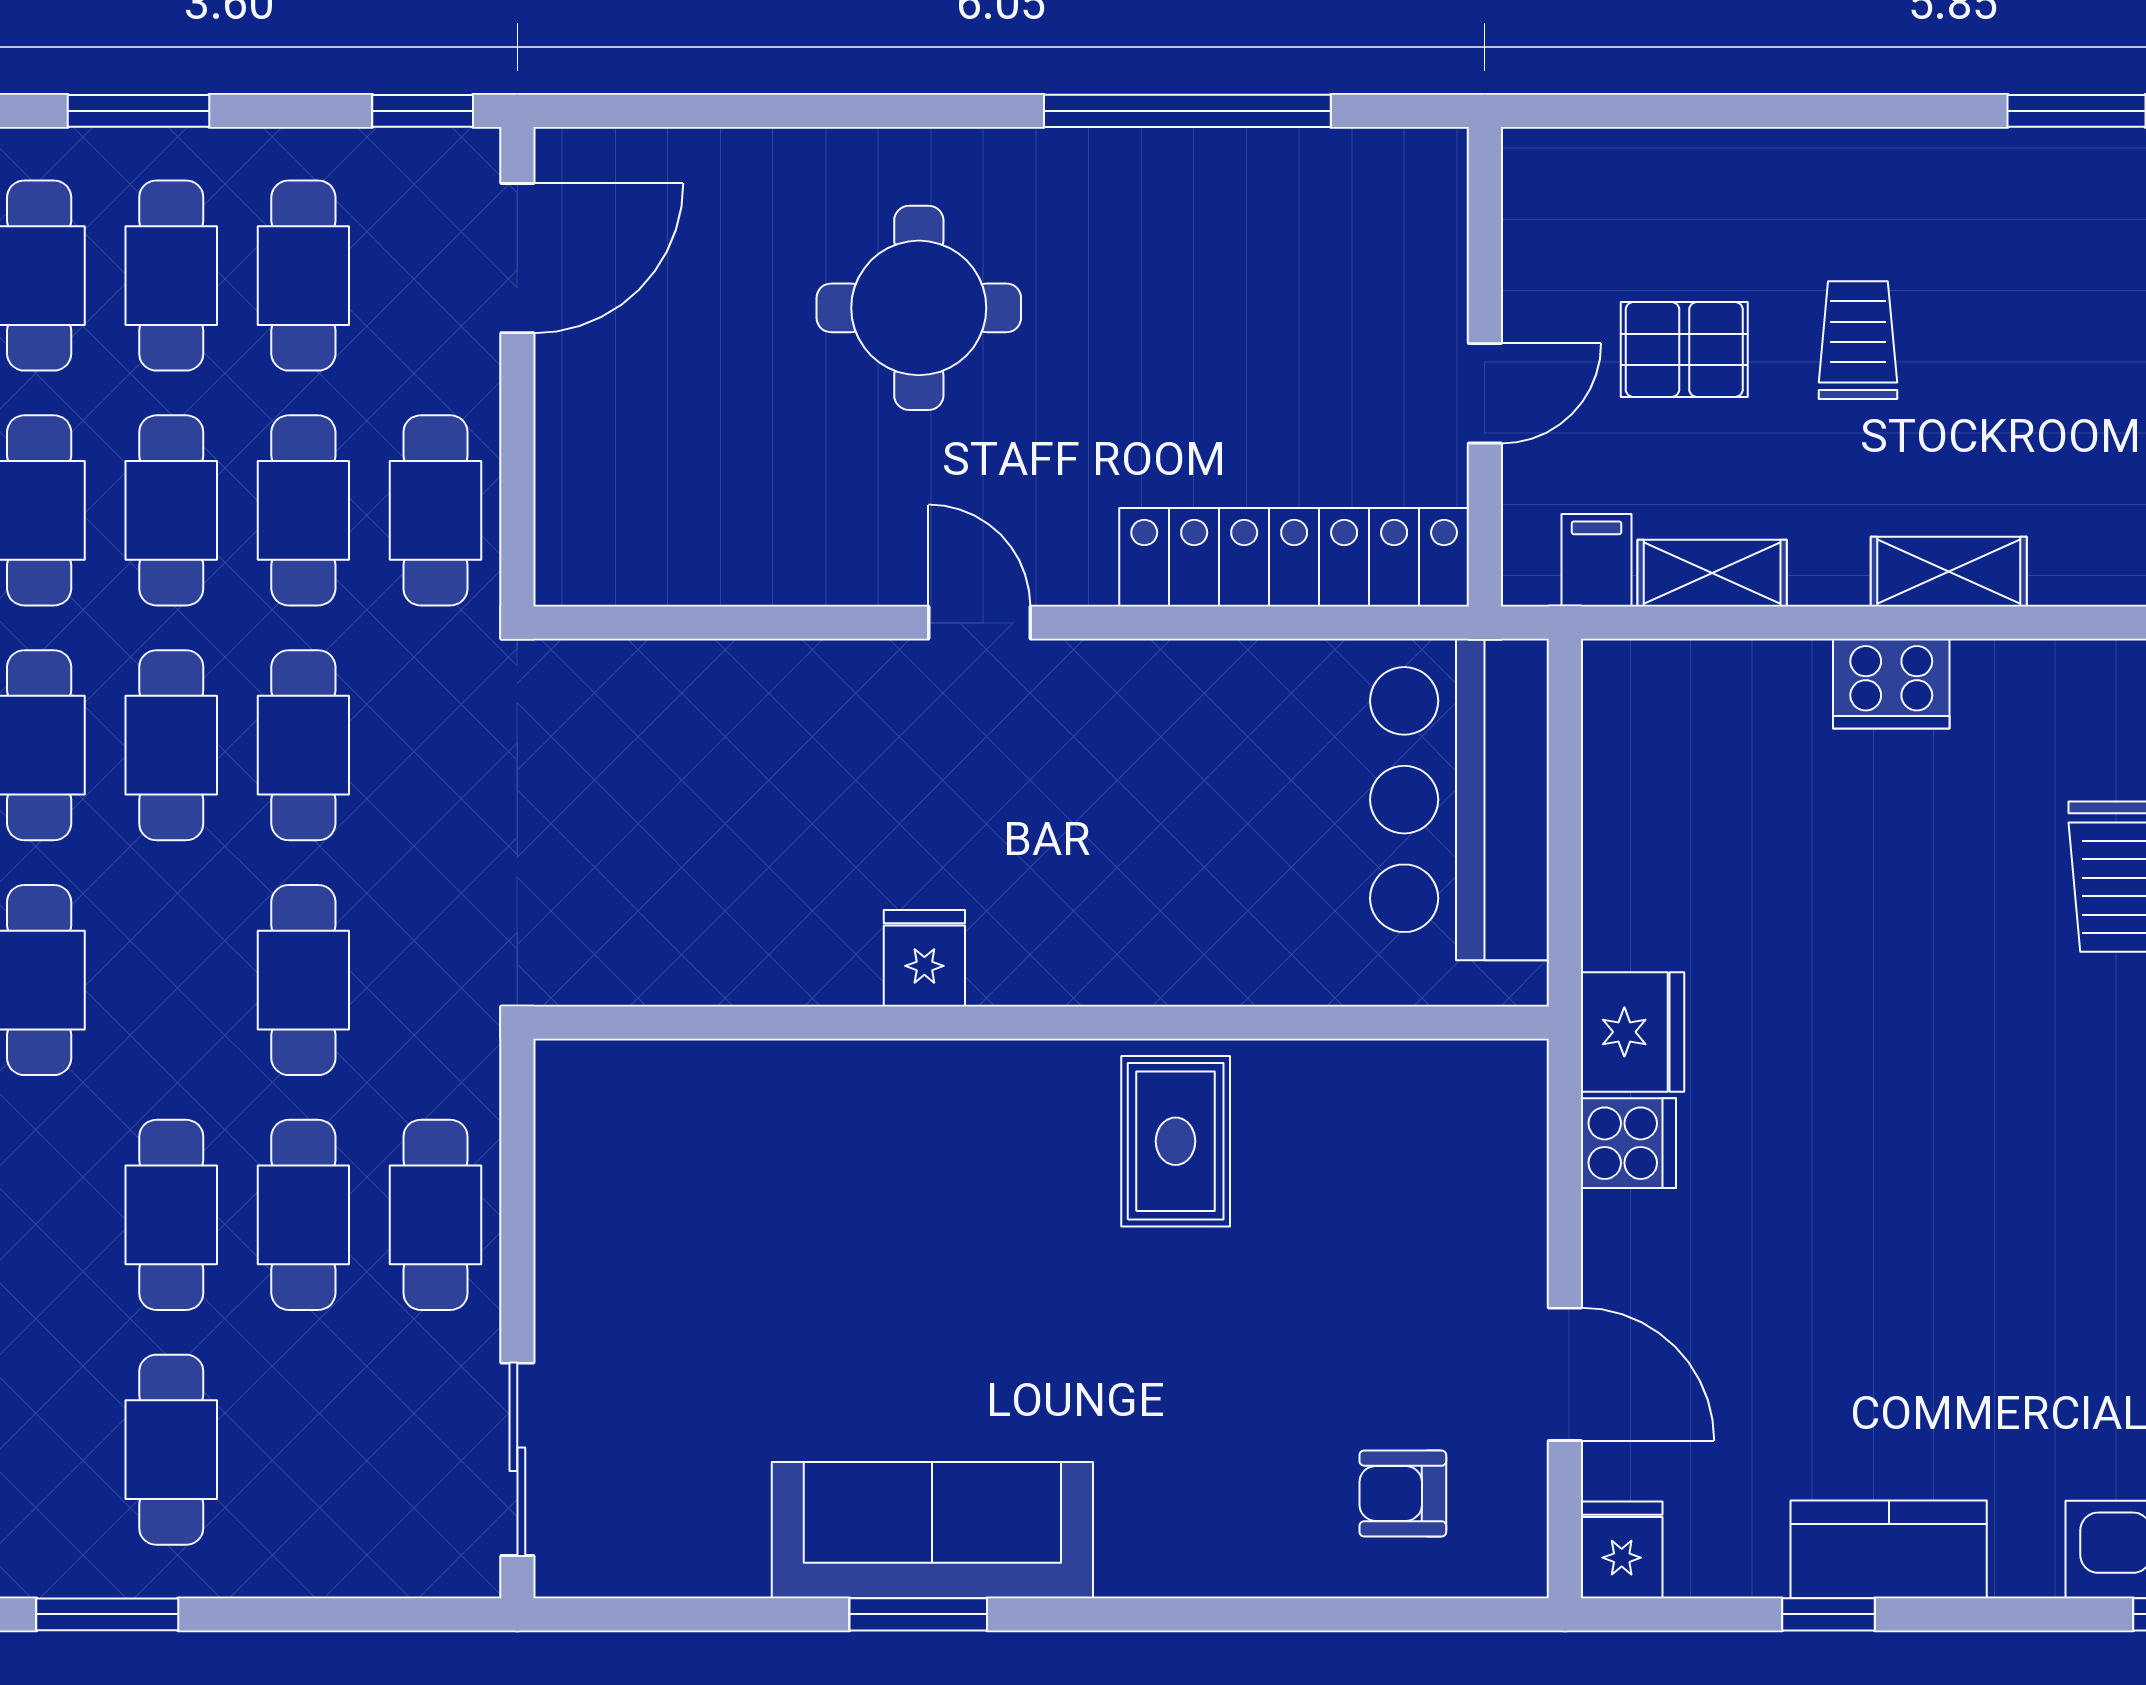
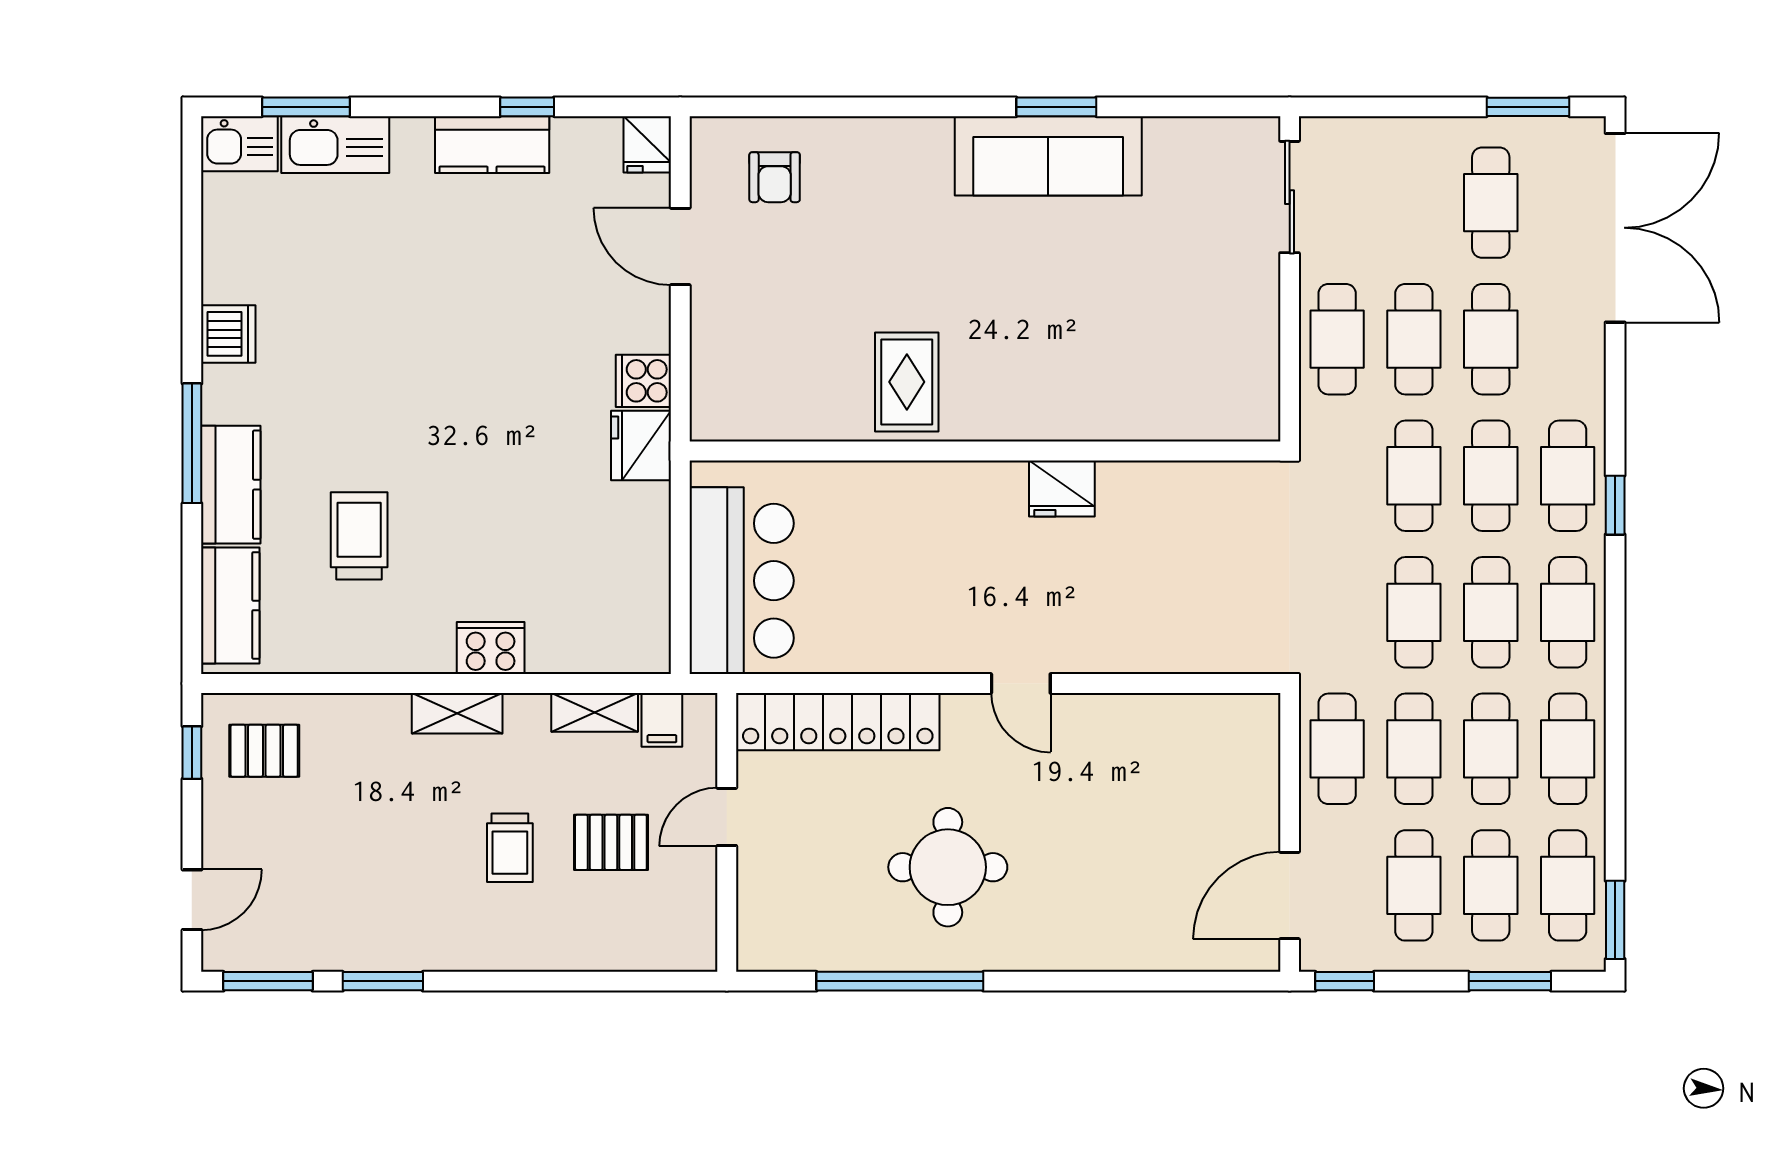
round table: (919, 308) -> (948, 867), moved
fridge: (924, 958) -> (1062, 488), width x1.38
cafe table: (171, 980) -> (1491, 476), added
armchair: (1403, 1493) -> (775, 177), turned 90

